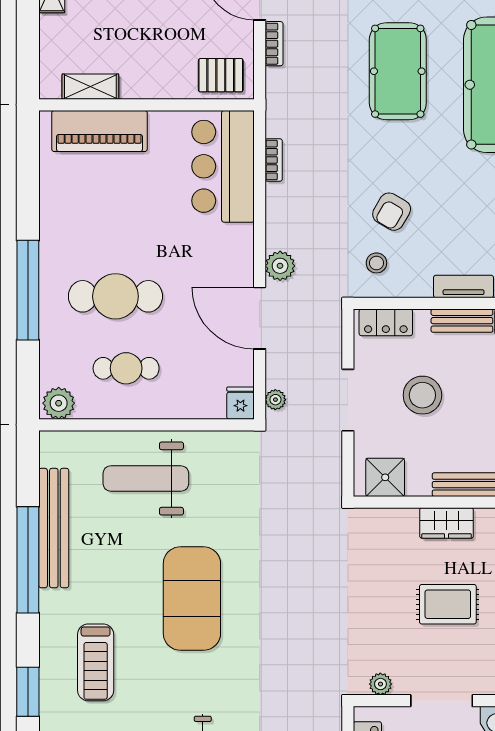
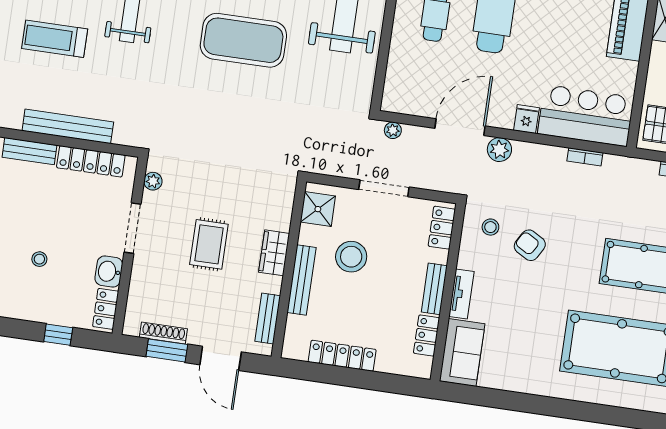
stool: (422, 395) -> (351, 257), moved
fridge: (240, 403) -> (526, 119), moved, turned -90

